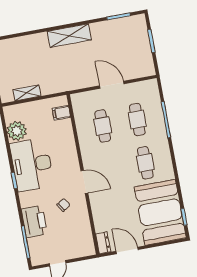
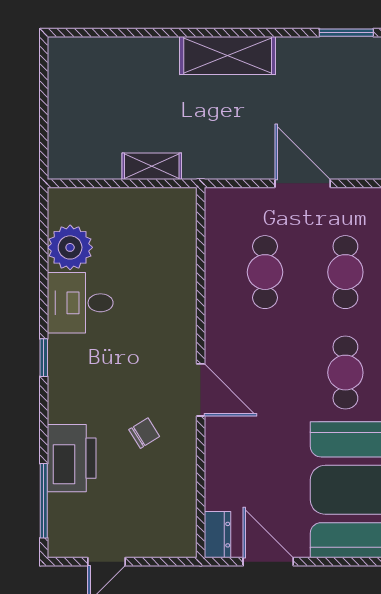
shelving: (27, 93) -> (152, 166), moved
filing cabinet: (61, 113) -> (178, 225), removed
desk: (32, 165) -> (80, 303), width x0.53, depth x0.77

